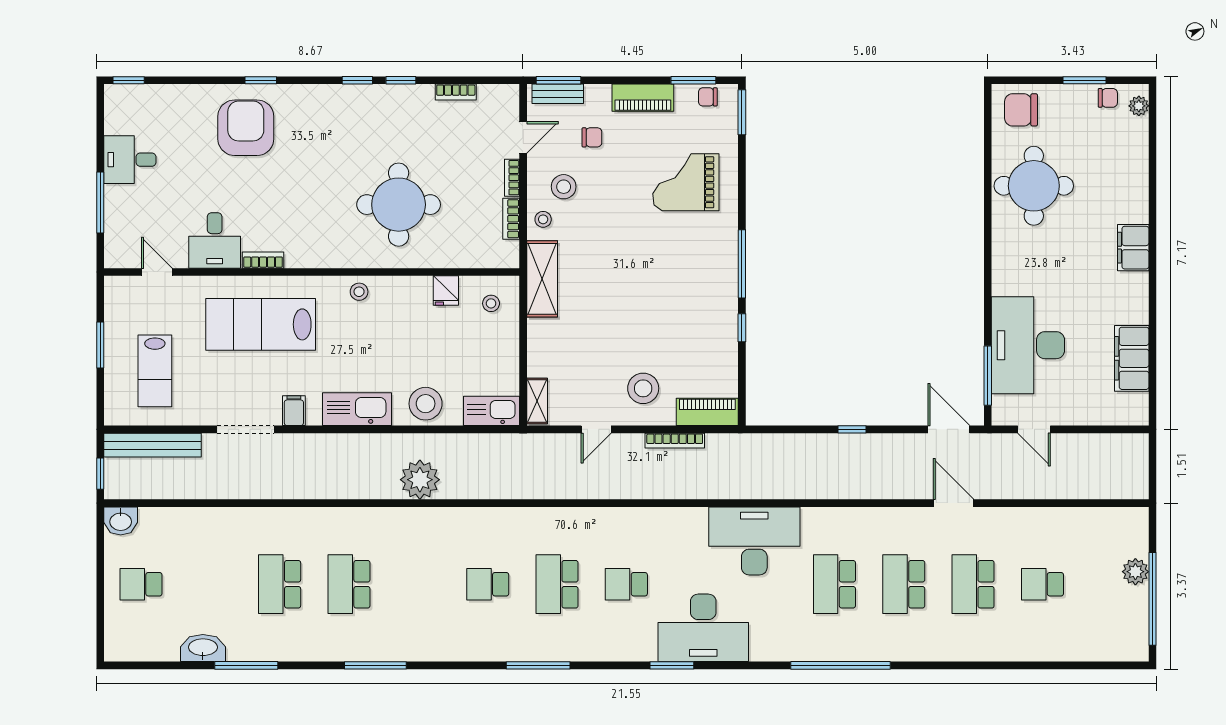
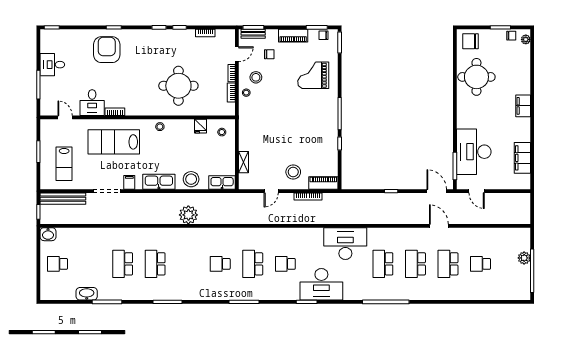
shelving: (542, 279) -> (246, 121), removed
shelving: (537, 401) -> (243, 162), moved

